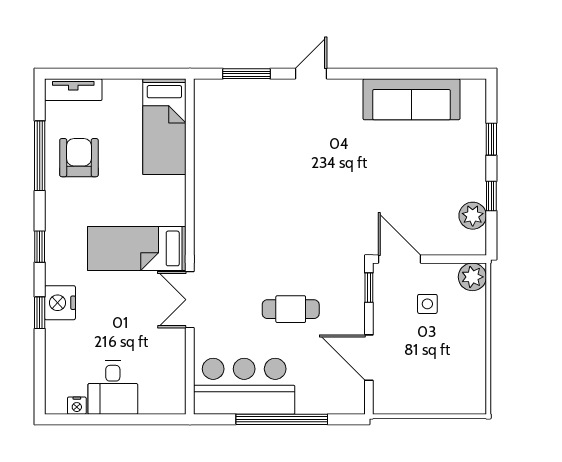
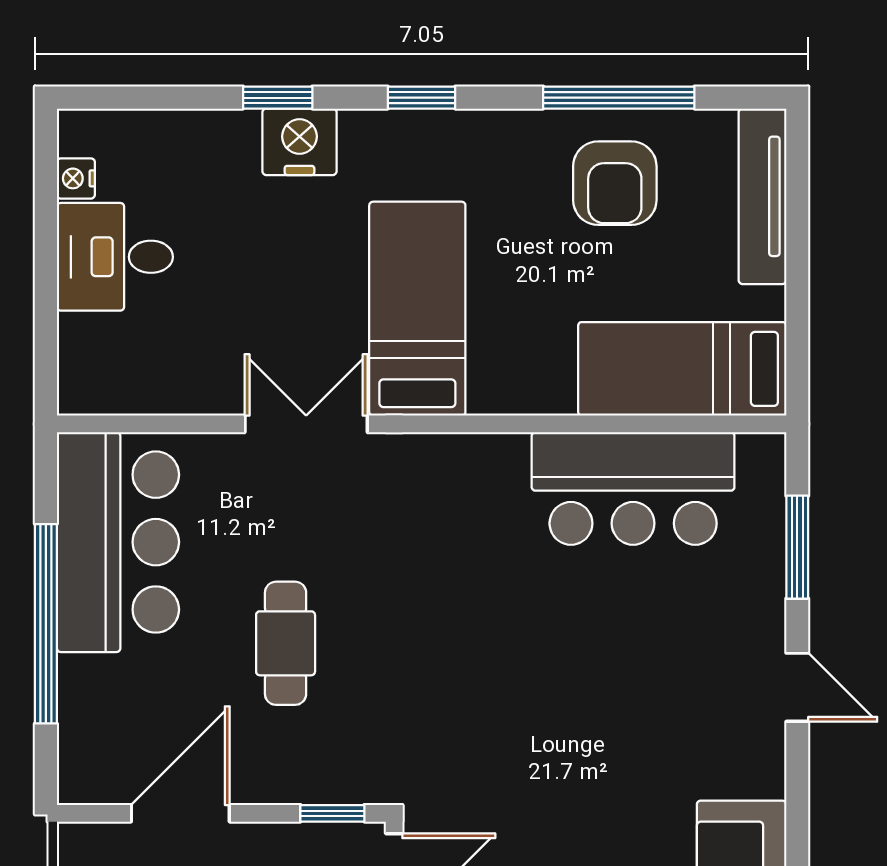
tv unit: (73, 90) -> (762, 196), width x1.41
bar counter: (219, 149) -> (633, 488), added
armchair: (79, 158) -> (615, 183), turned 90

